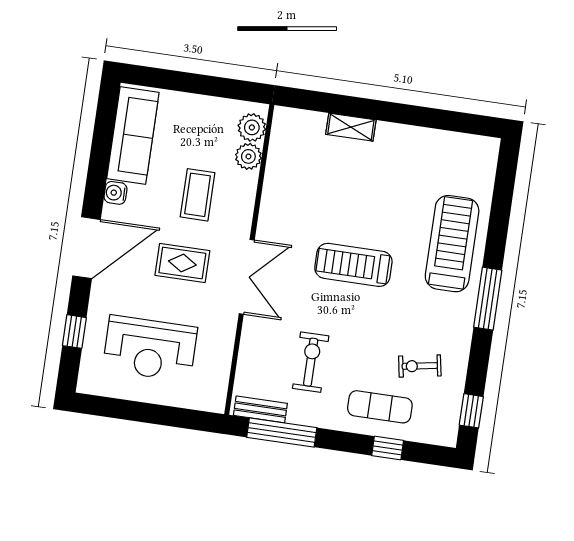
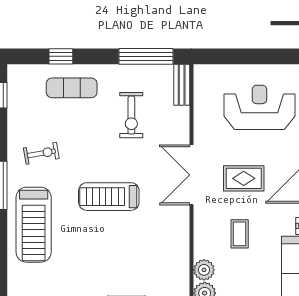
coffee table: (198, 195) -> (240, 234), width x0.73, depth x0.77
treadmill: (353, 265) -> (109, 197), turned 180
exercise bike: (420, 366) -> (41, 153), moved
bench: (260, 409) -> (182, 85), moved, turned 90

